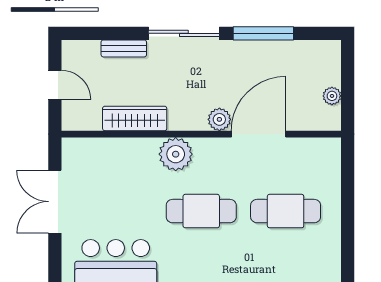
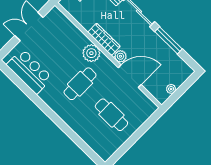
wardrobe: (135, 118) -> (104, 39), moved
cafe table: (201, 211) -> (80, 84), turned 90

